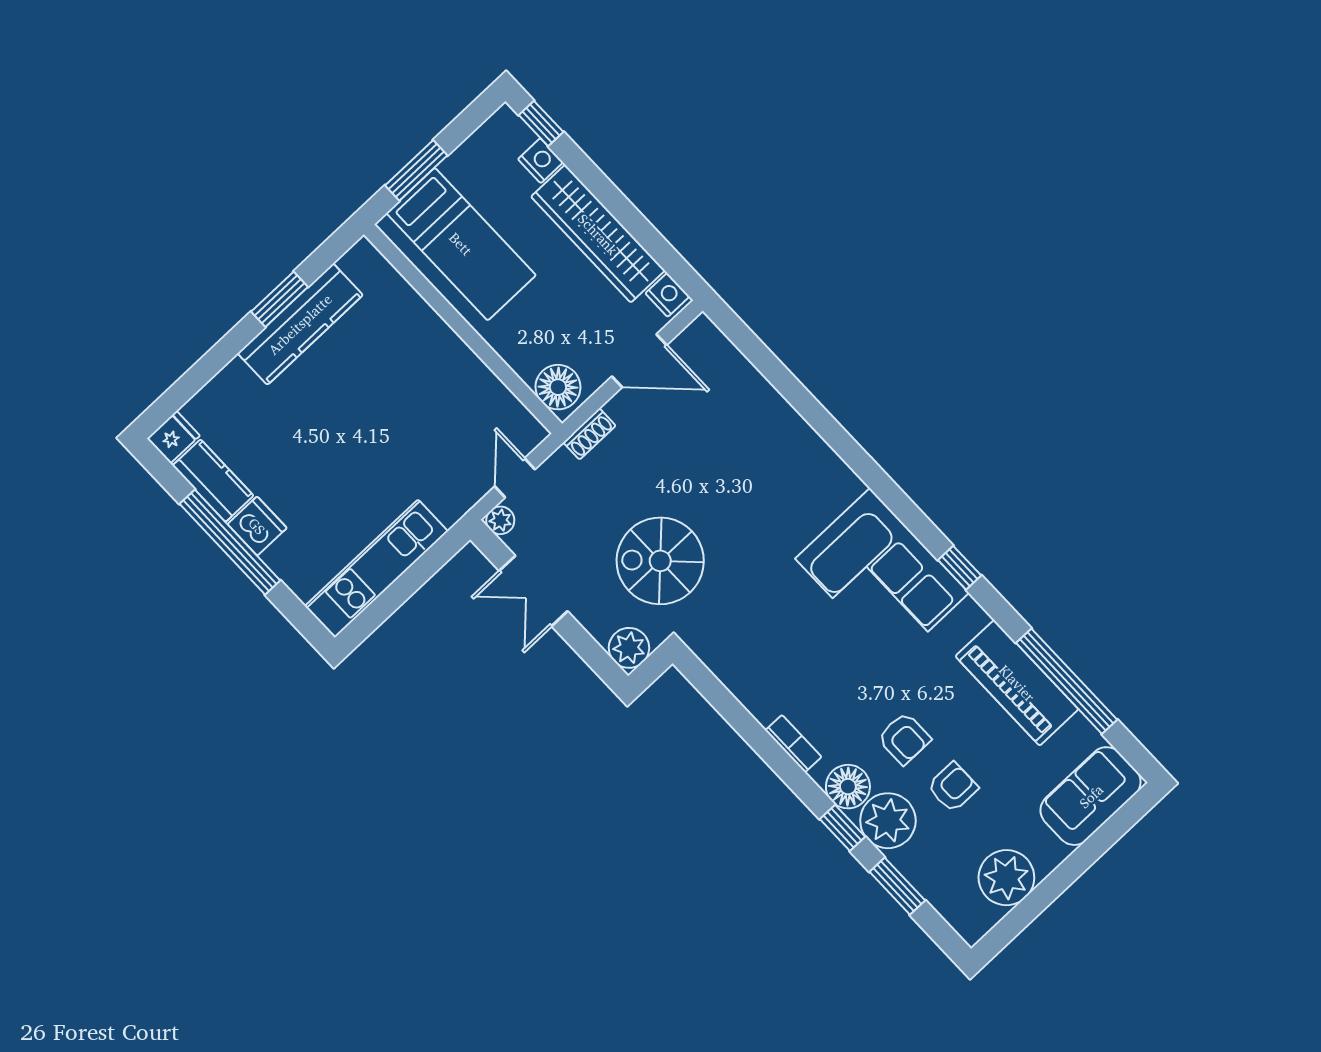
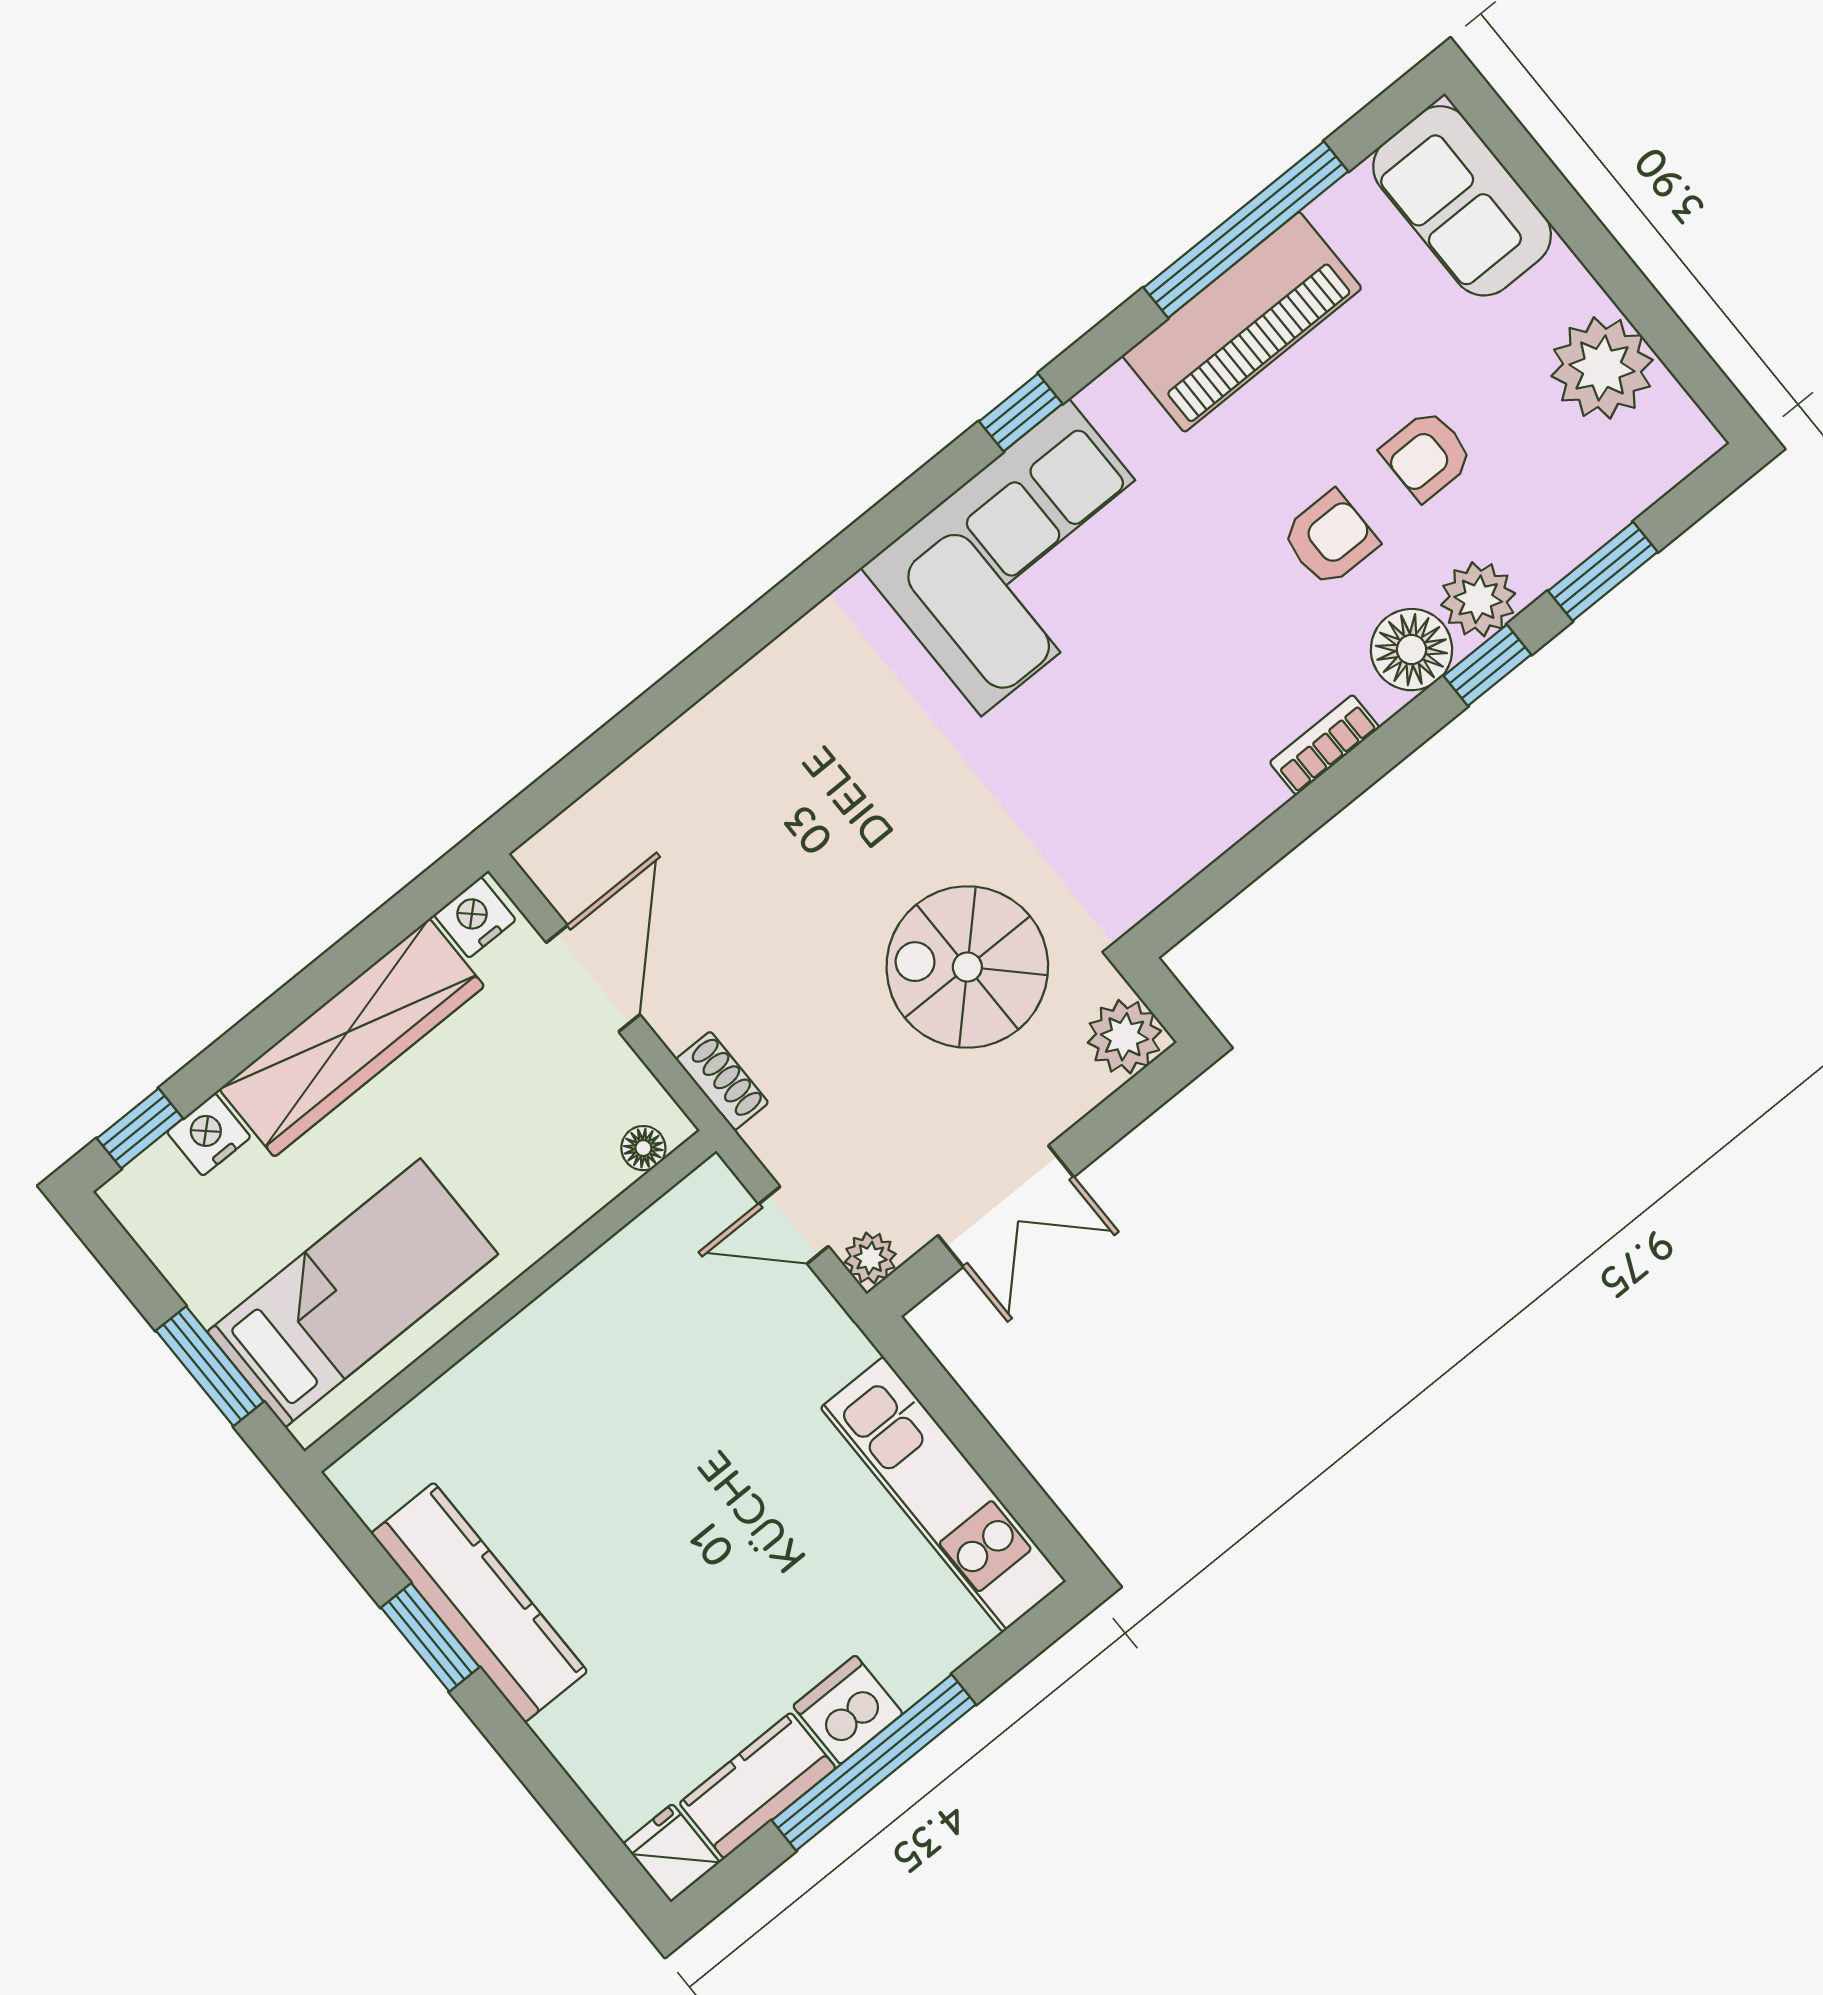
floor lamp: (558, 387) -> (643, 1148), width x0.53, depth x0.53
spiral stairs: (660, 561) -> (967, 967), turned 90
armchair: (953, 787) -> (1427, 455), turned -90
plant: (888, 821) -> (1478, 599), width x0.73, depth x0.73

